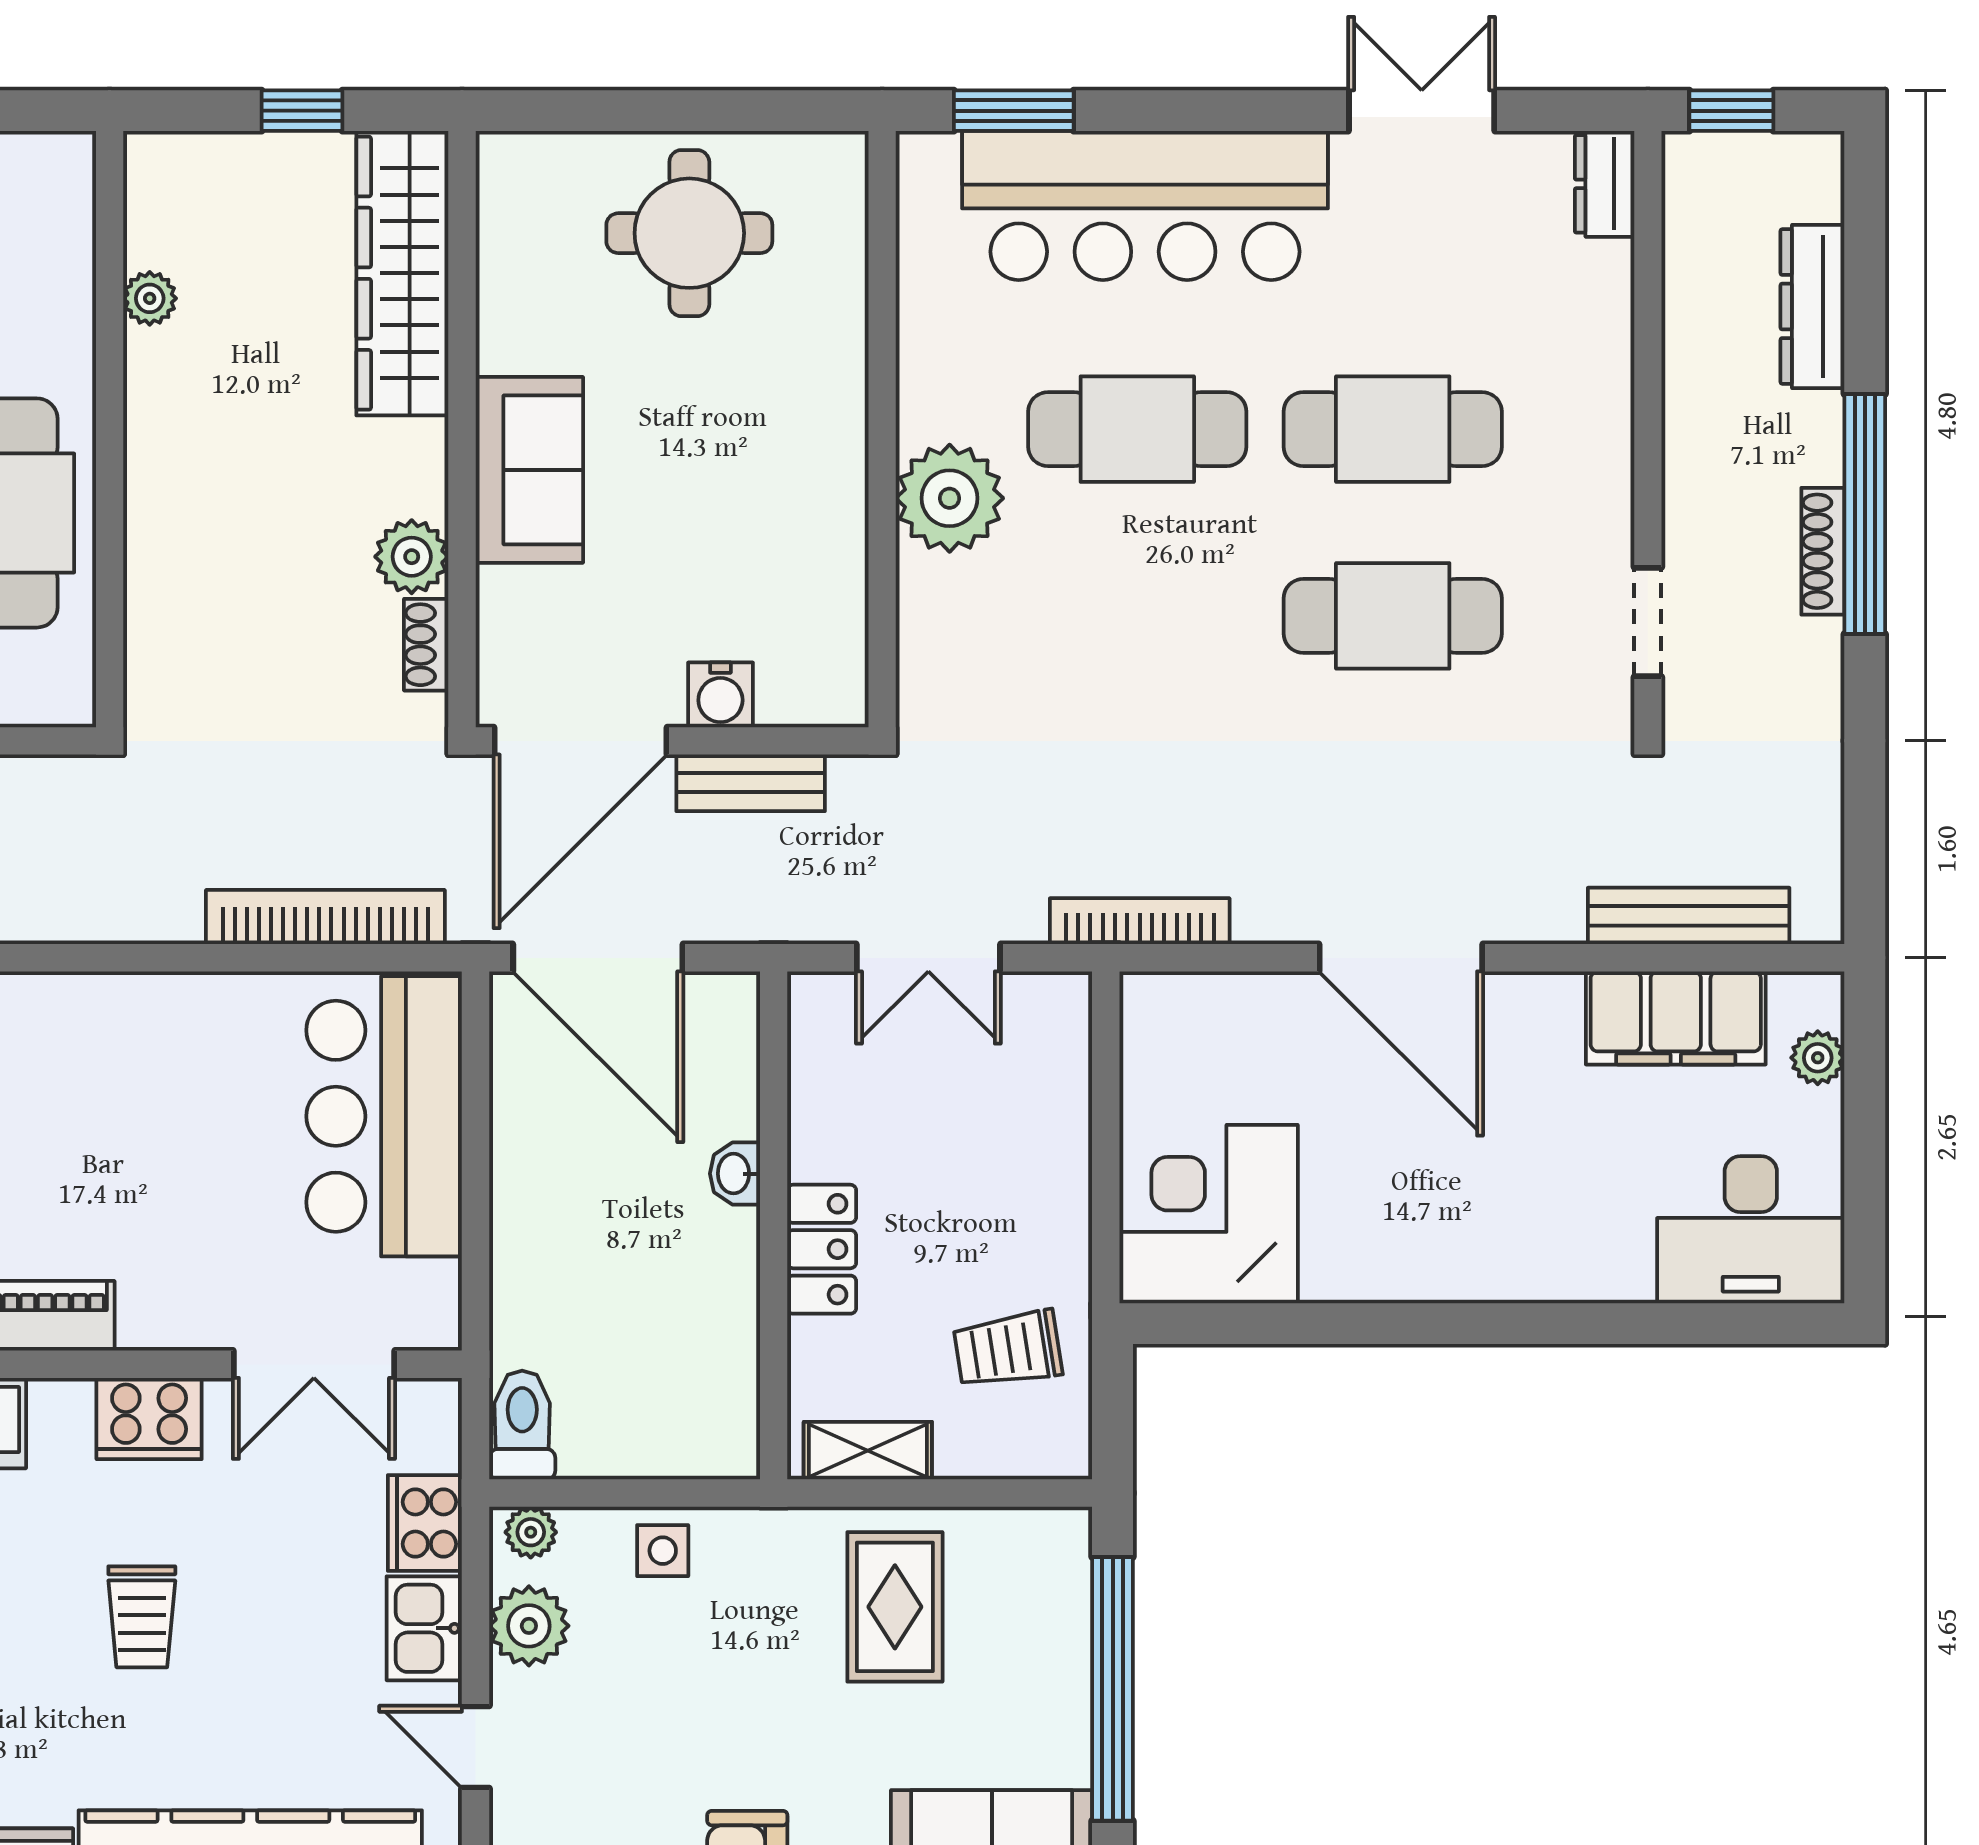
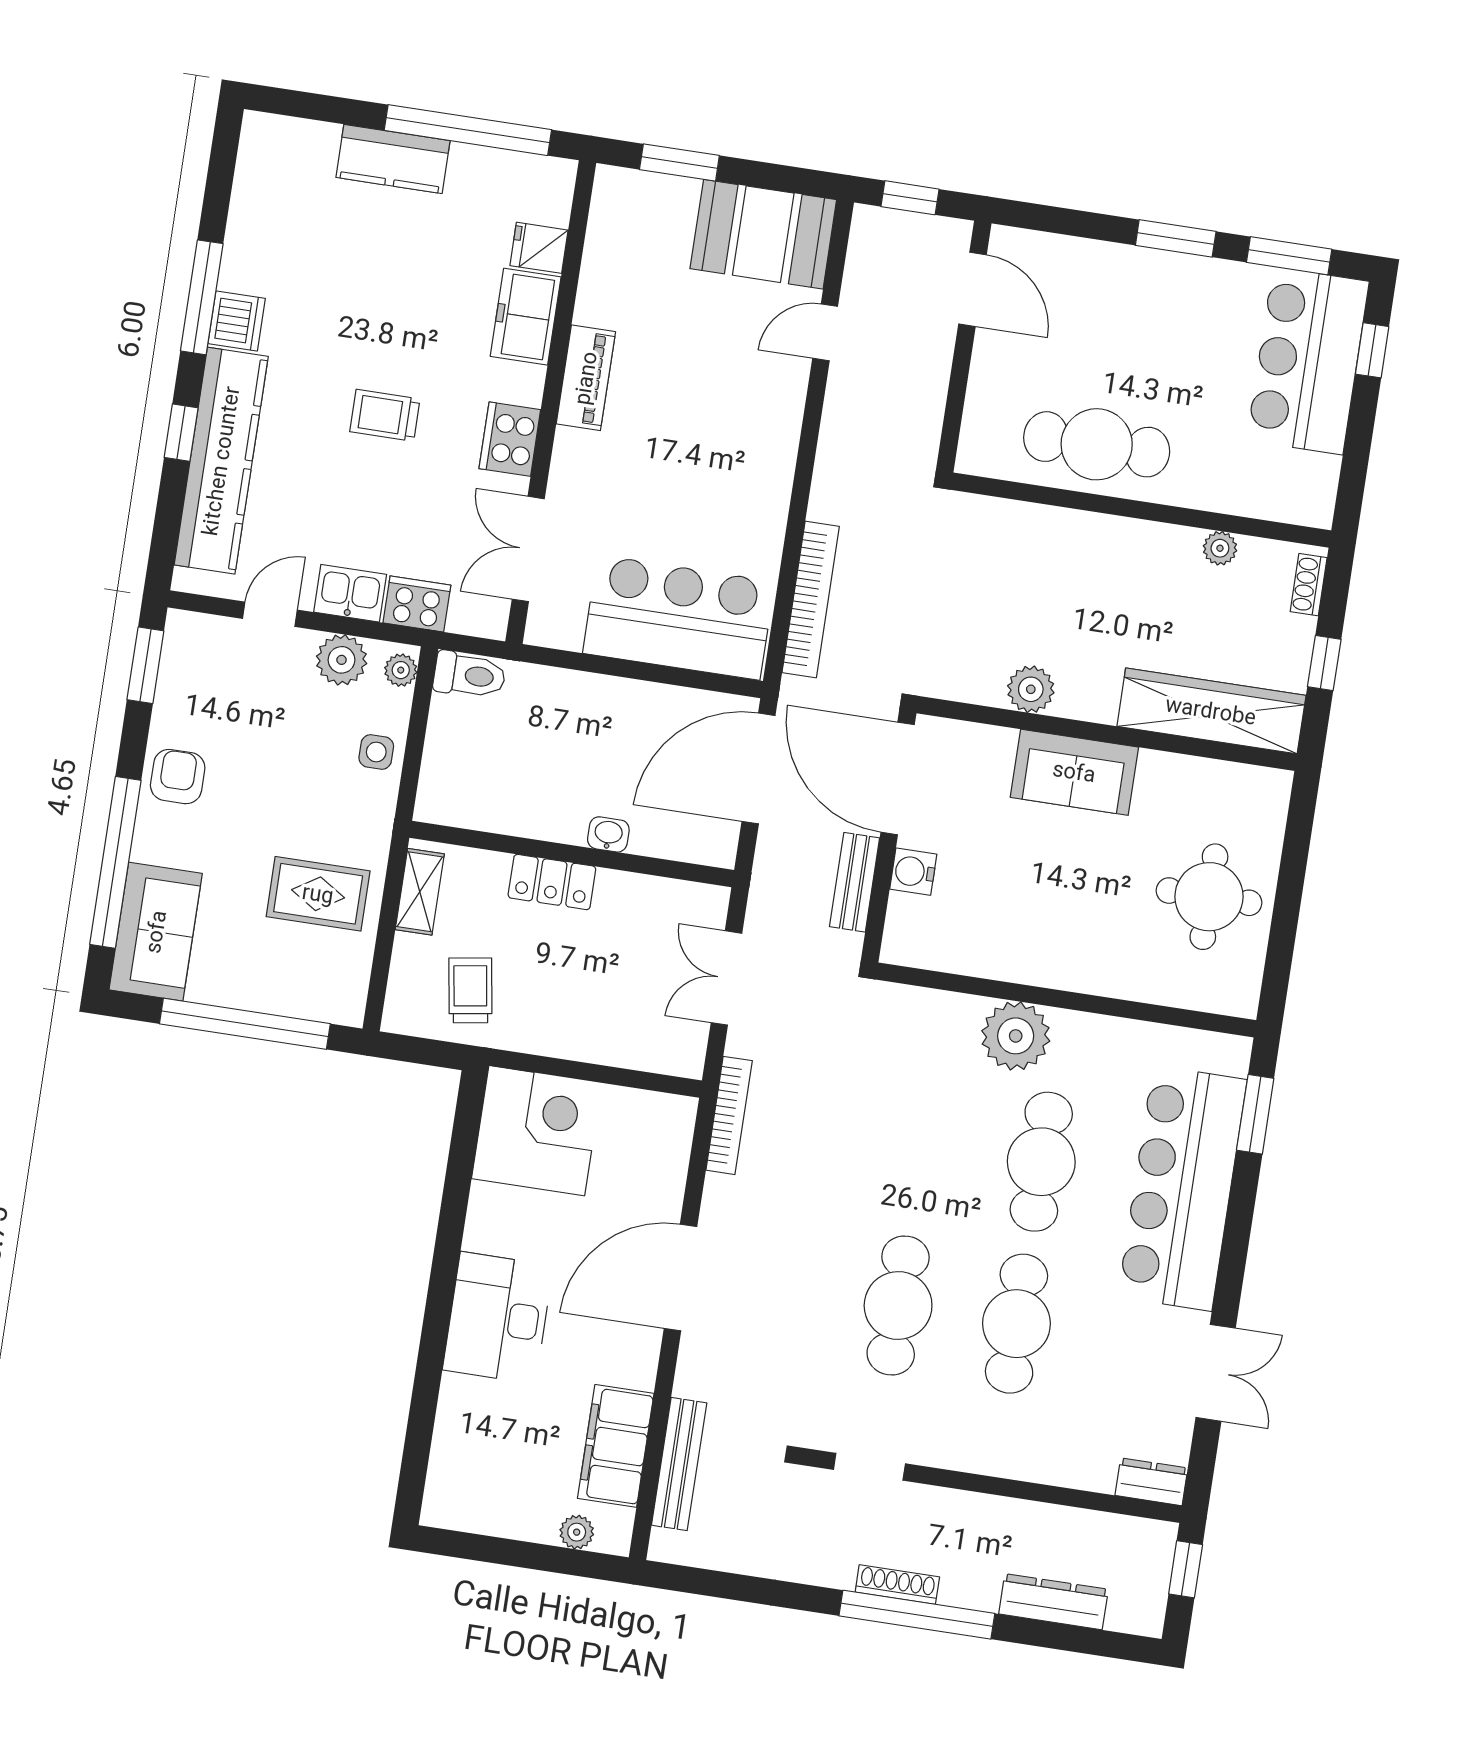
shoe rack: (426, 645) -> (1309, 585), moved, turned -90
desk: (1751, 1230) -> (498, 1318), moved

